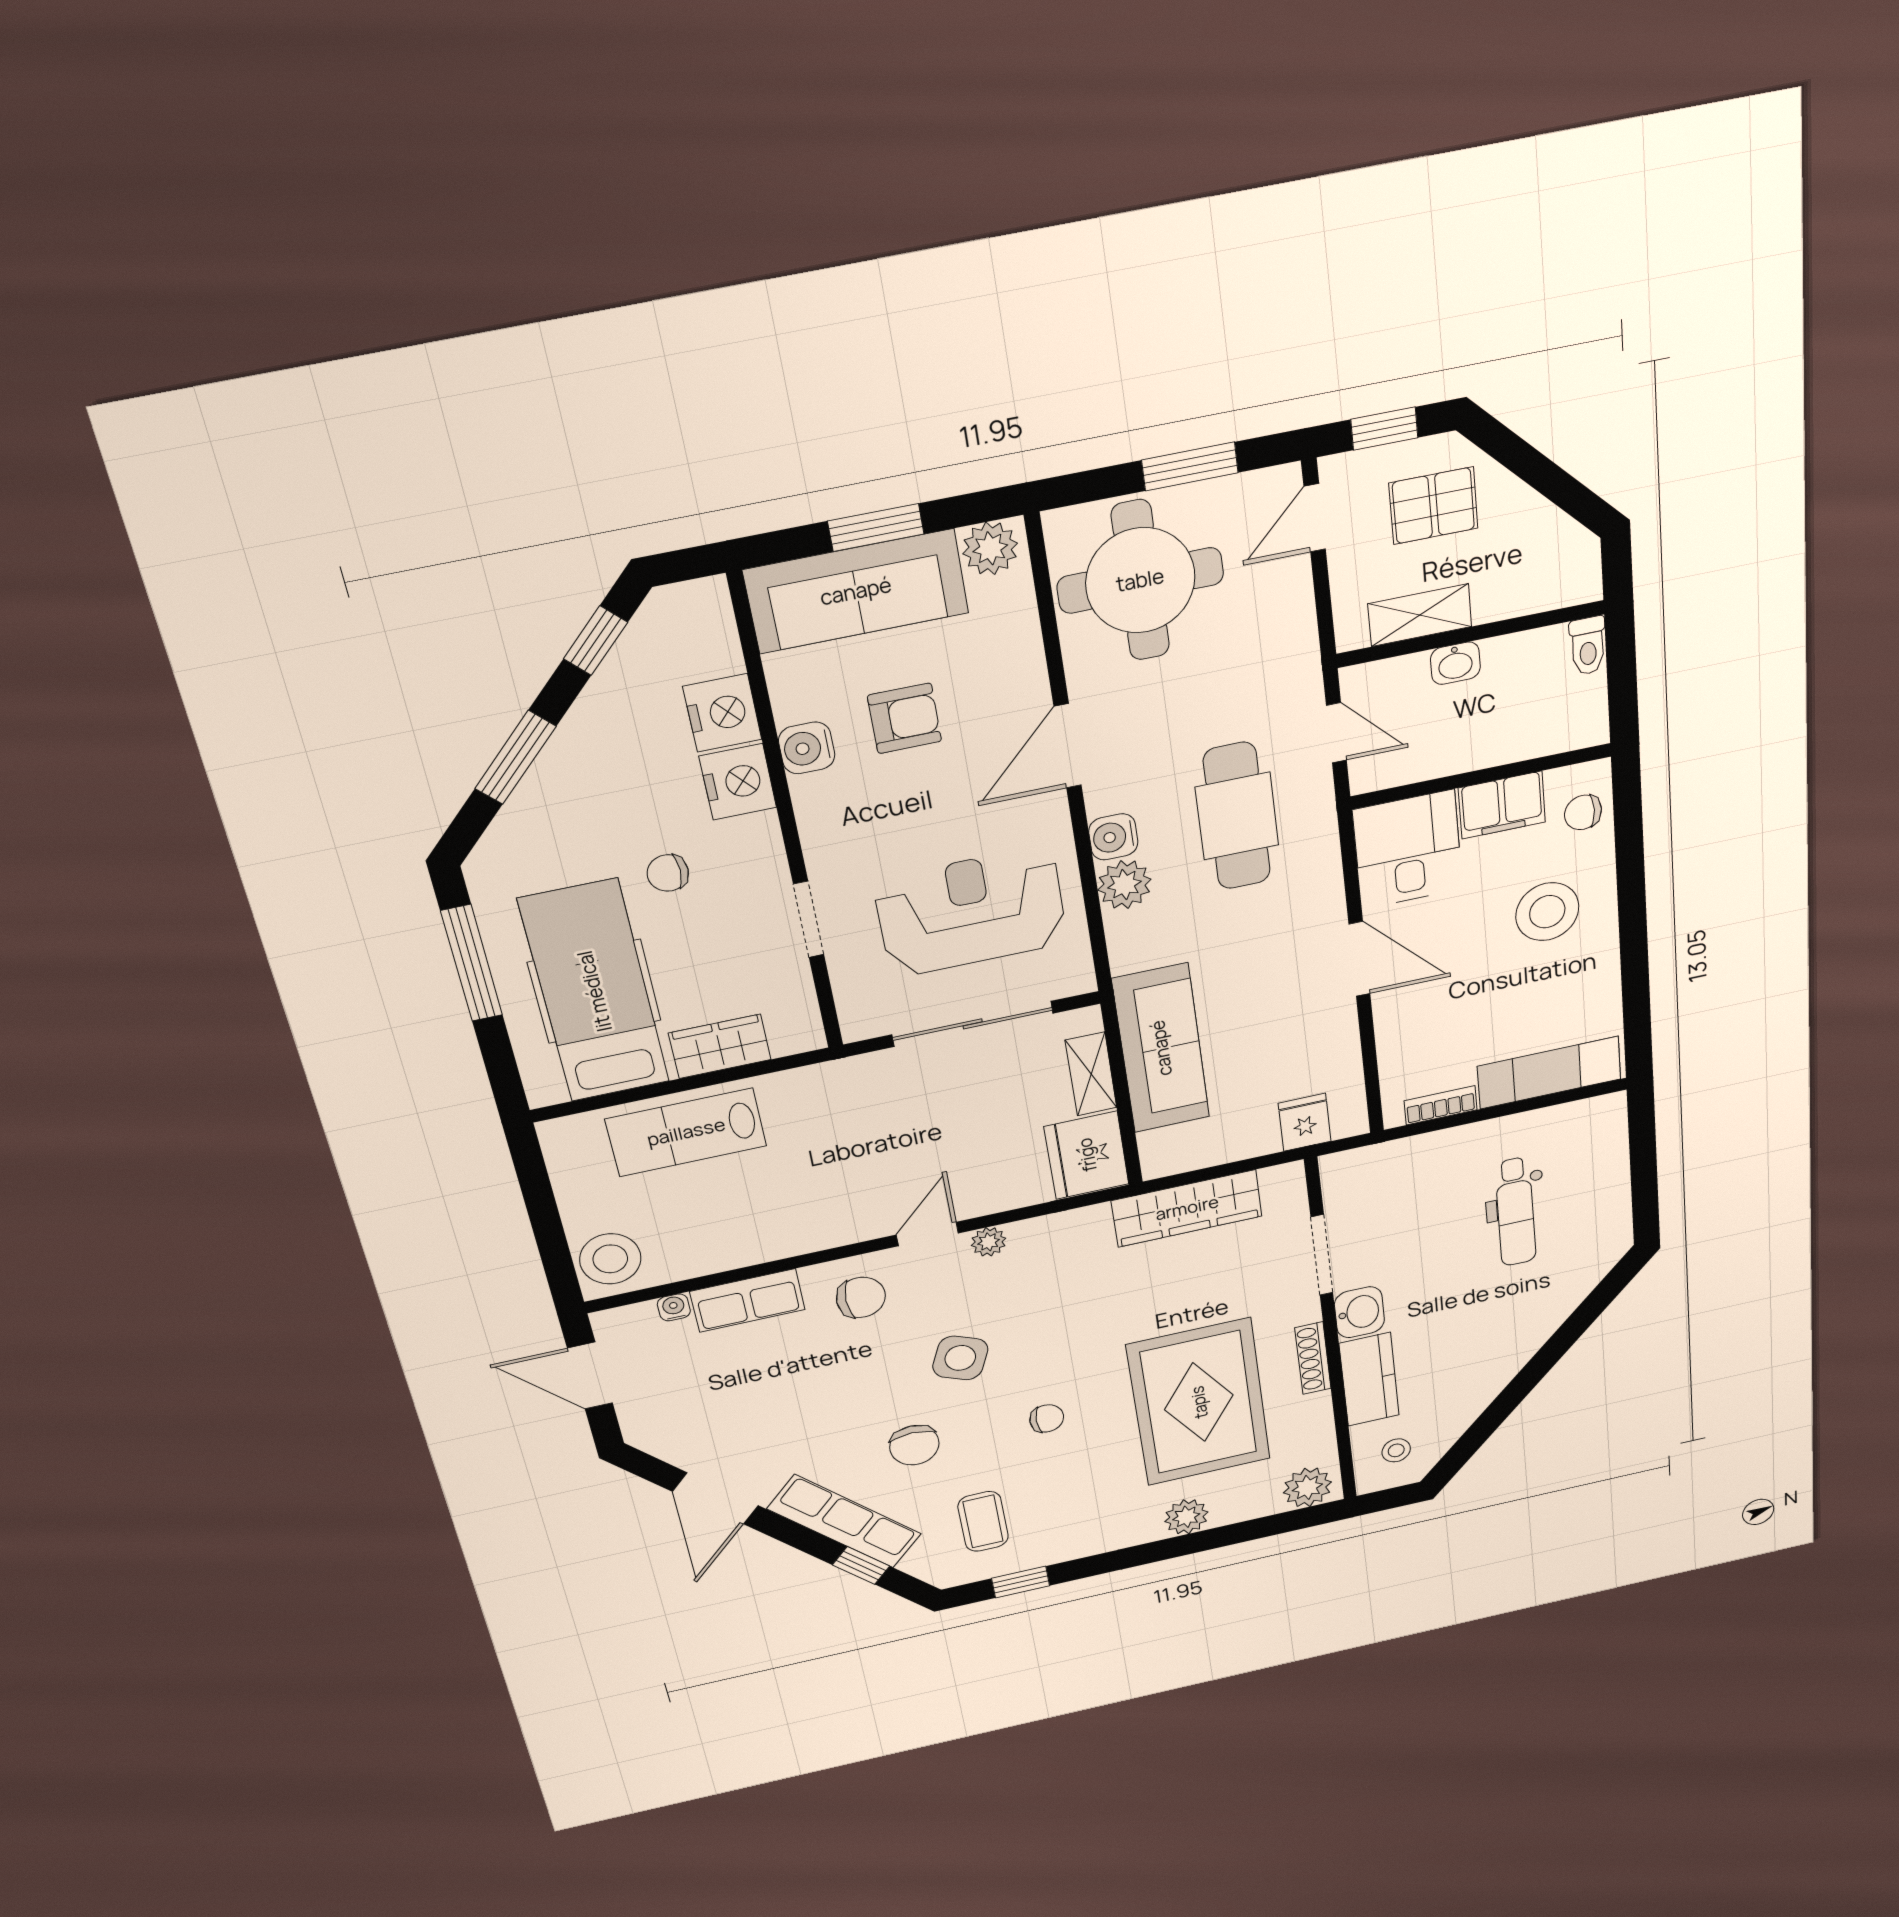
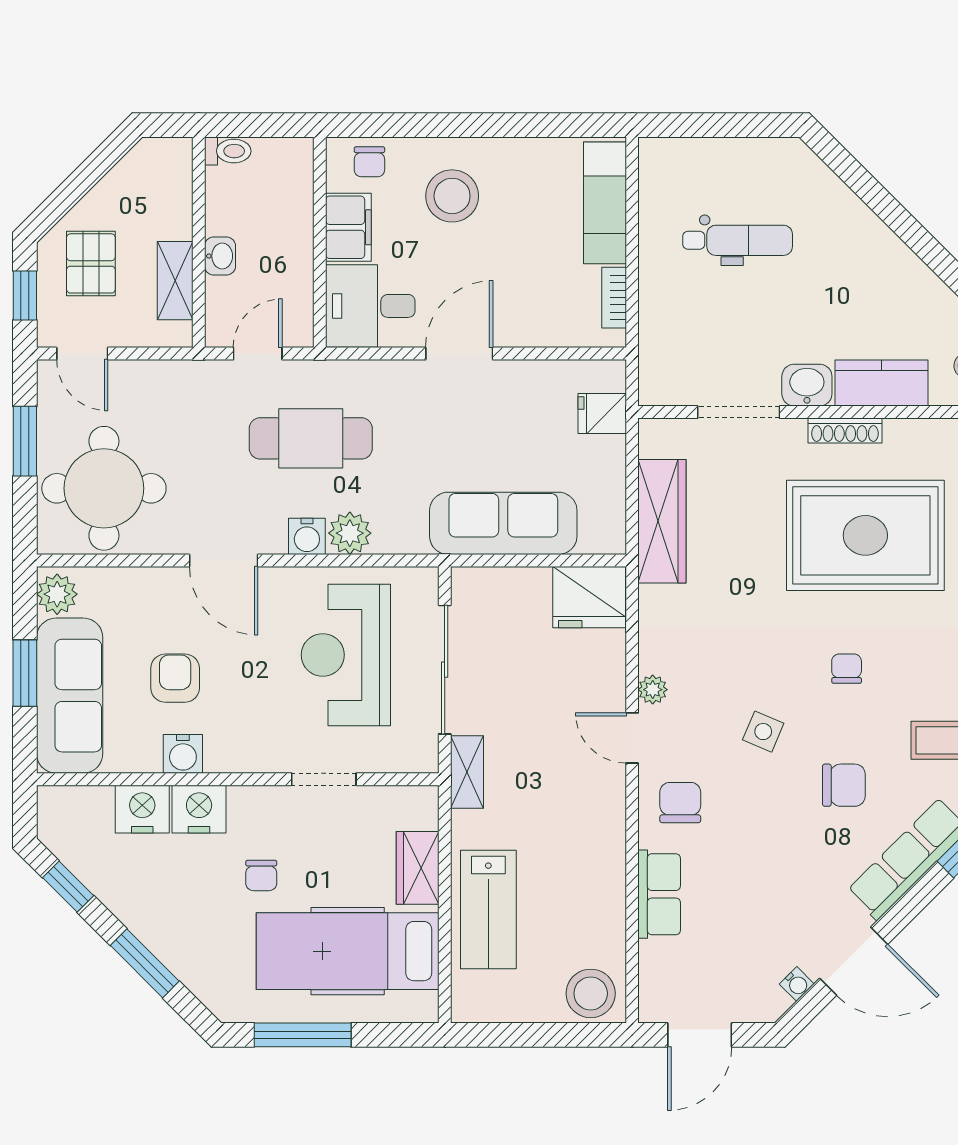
shelving: (1091, 1074) -> (467, 772), moved, turned 90
water cooler: (674, 1307) -> (797, 984), moved, turned -135
side table: (960, 1358) -> (763, 732), width x0.73, depth x0.73

